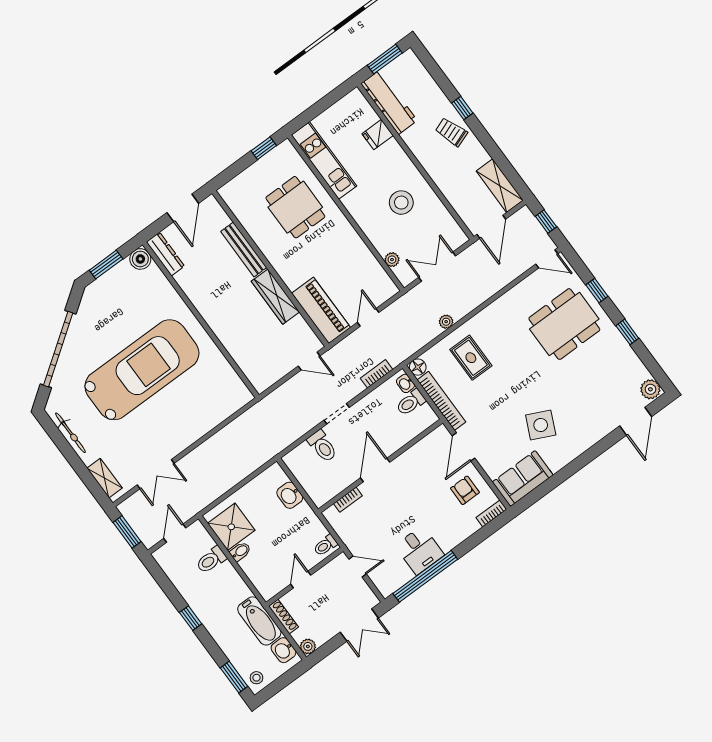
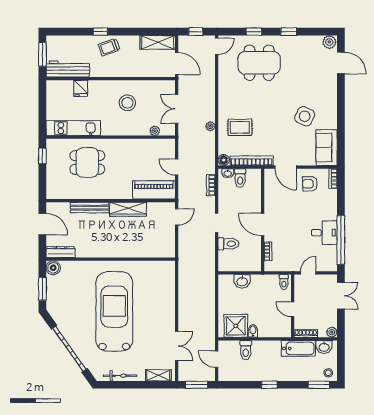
dining table: (564, 324) -> (259, 63), turned 90

